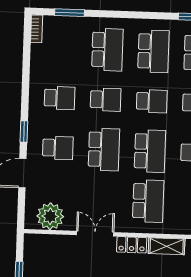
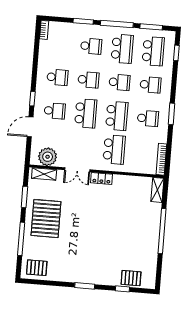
window: (69, 13) -> (83, 21), moved
window: (144, 15) -> (117, 24), added
school desk: (107, 50) -> (91, 46), width x0.54
double door: (95, 234) -> (77, 170), swing flipped
shelving: (167, 246) -> (44, 174), moved

